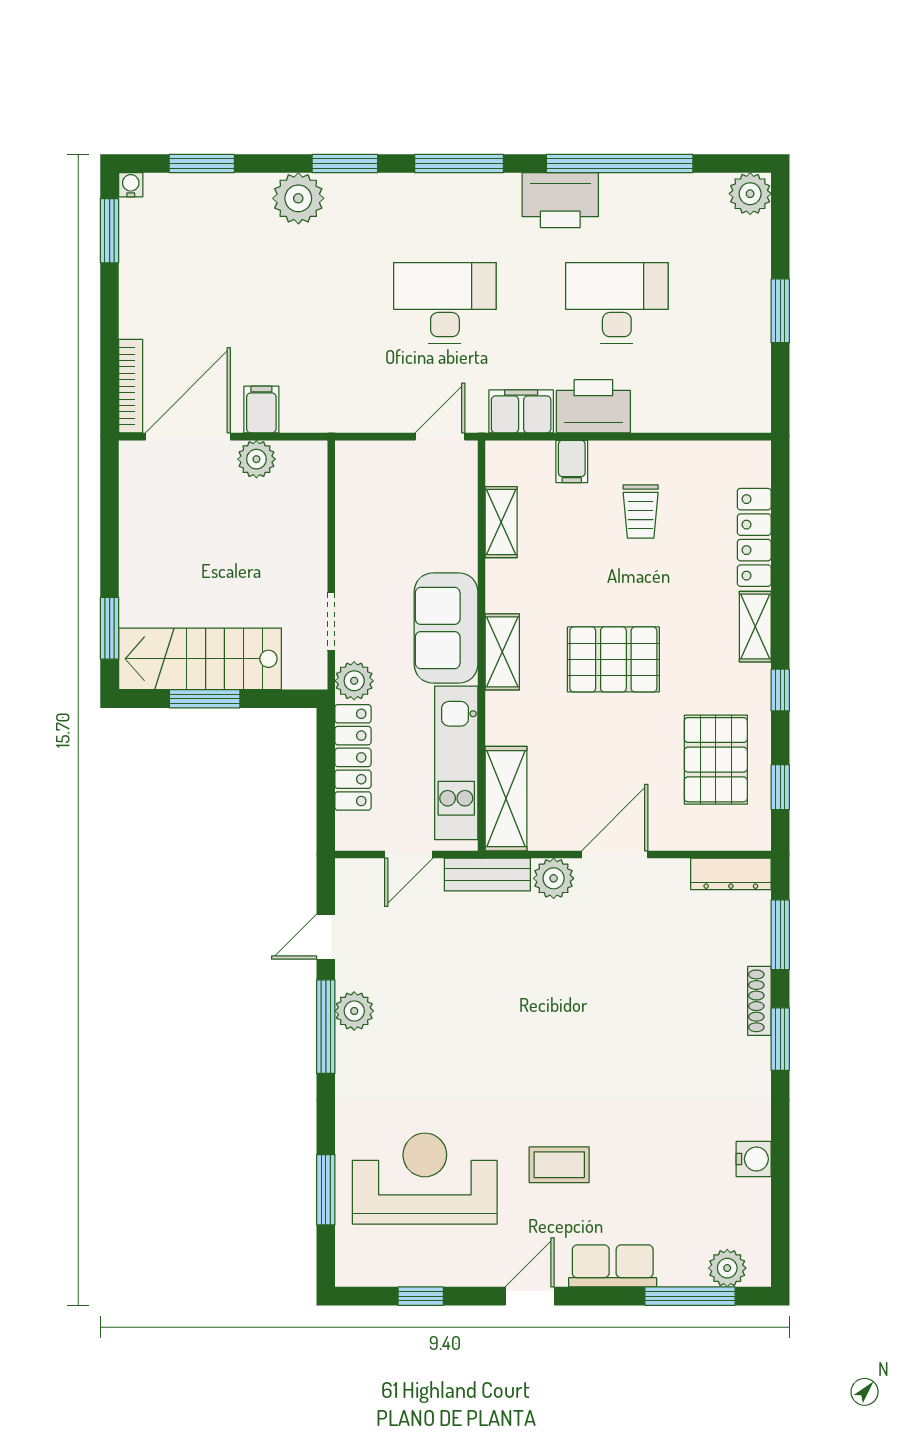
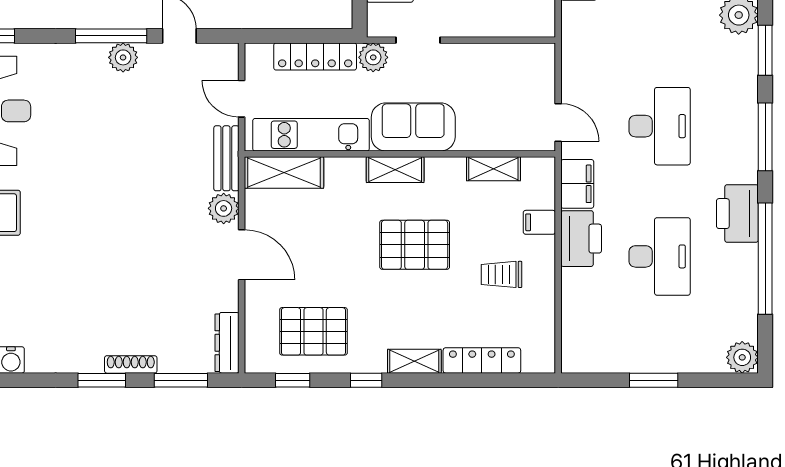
pallet: (613, 659) -> (415, 245), moved, turned 90

